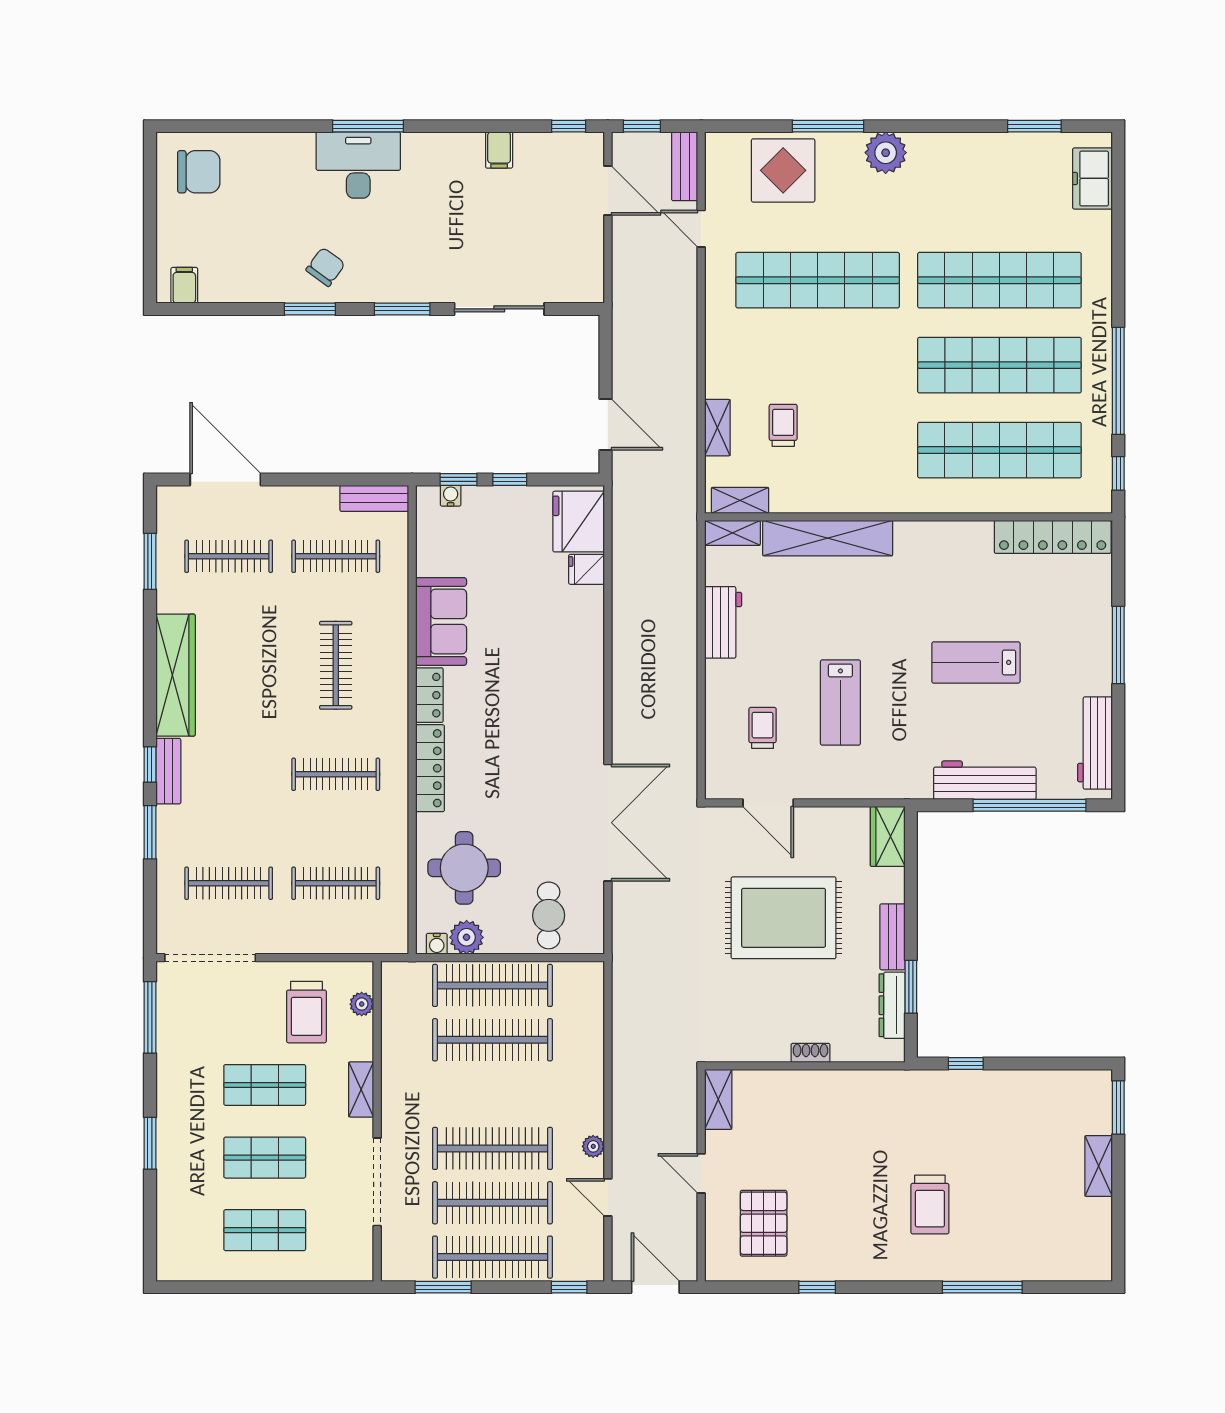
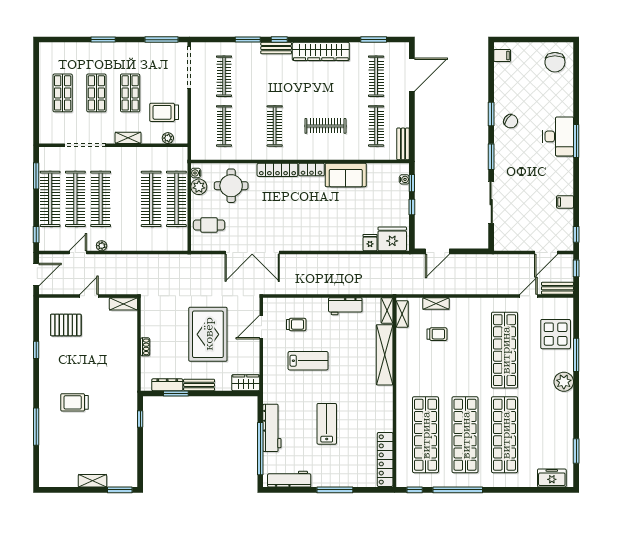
lab bench: (840, 702) -> (308, 361), turned 180

